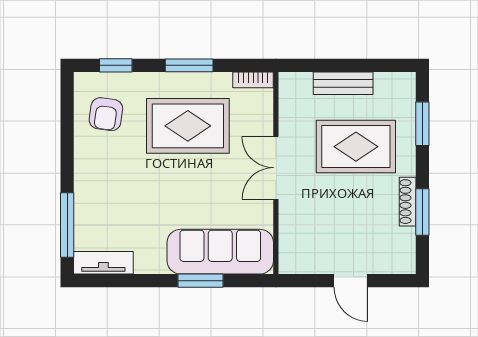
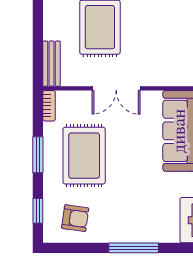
bench: (343, 83) -> (52, 64), moved
window: (67, 225) -> (134, 248), moved

